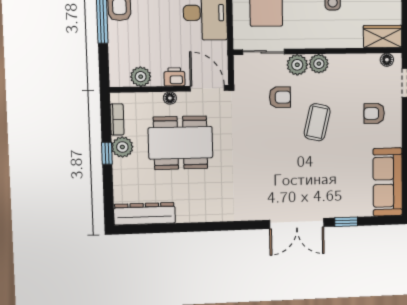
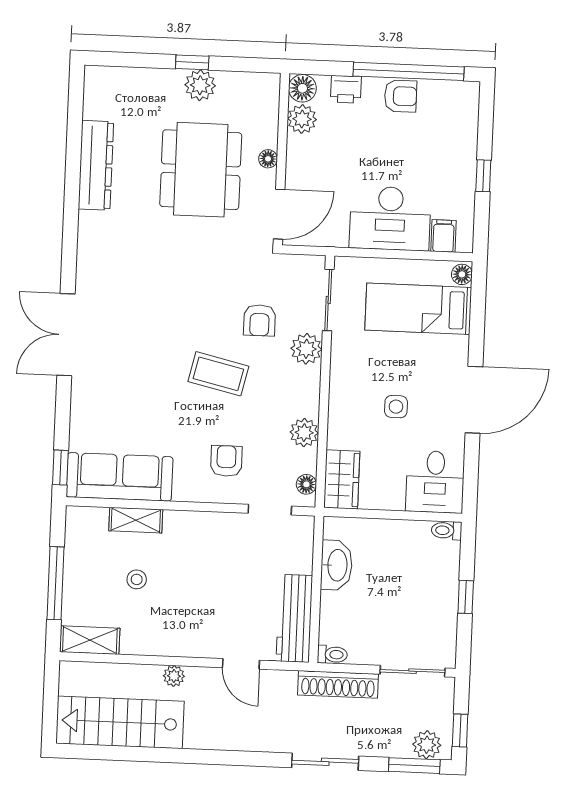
plant: (319, 64) -> (304, 433), moved
printer: (174, 77) -> (346, 89), moved, turned 90
floor lamp: (119, 78) -> (302, 88), added
bookcase: (117, 119) -> (241, 81), removed
dresser: (145, 214) -> (96, 165), moved
window: (346, 222) -> (60, 468), moved

